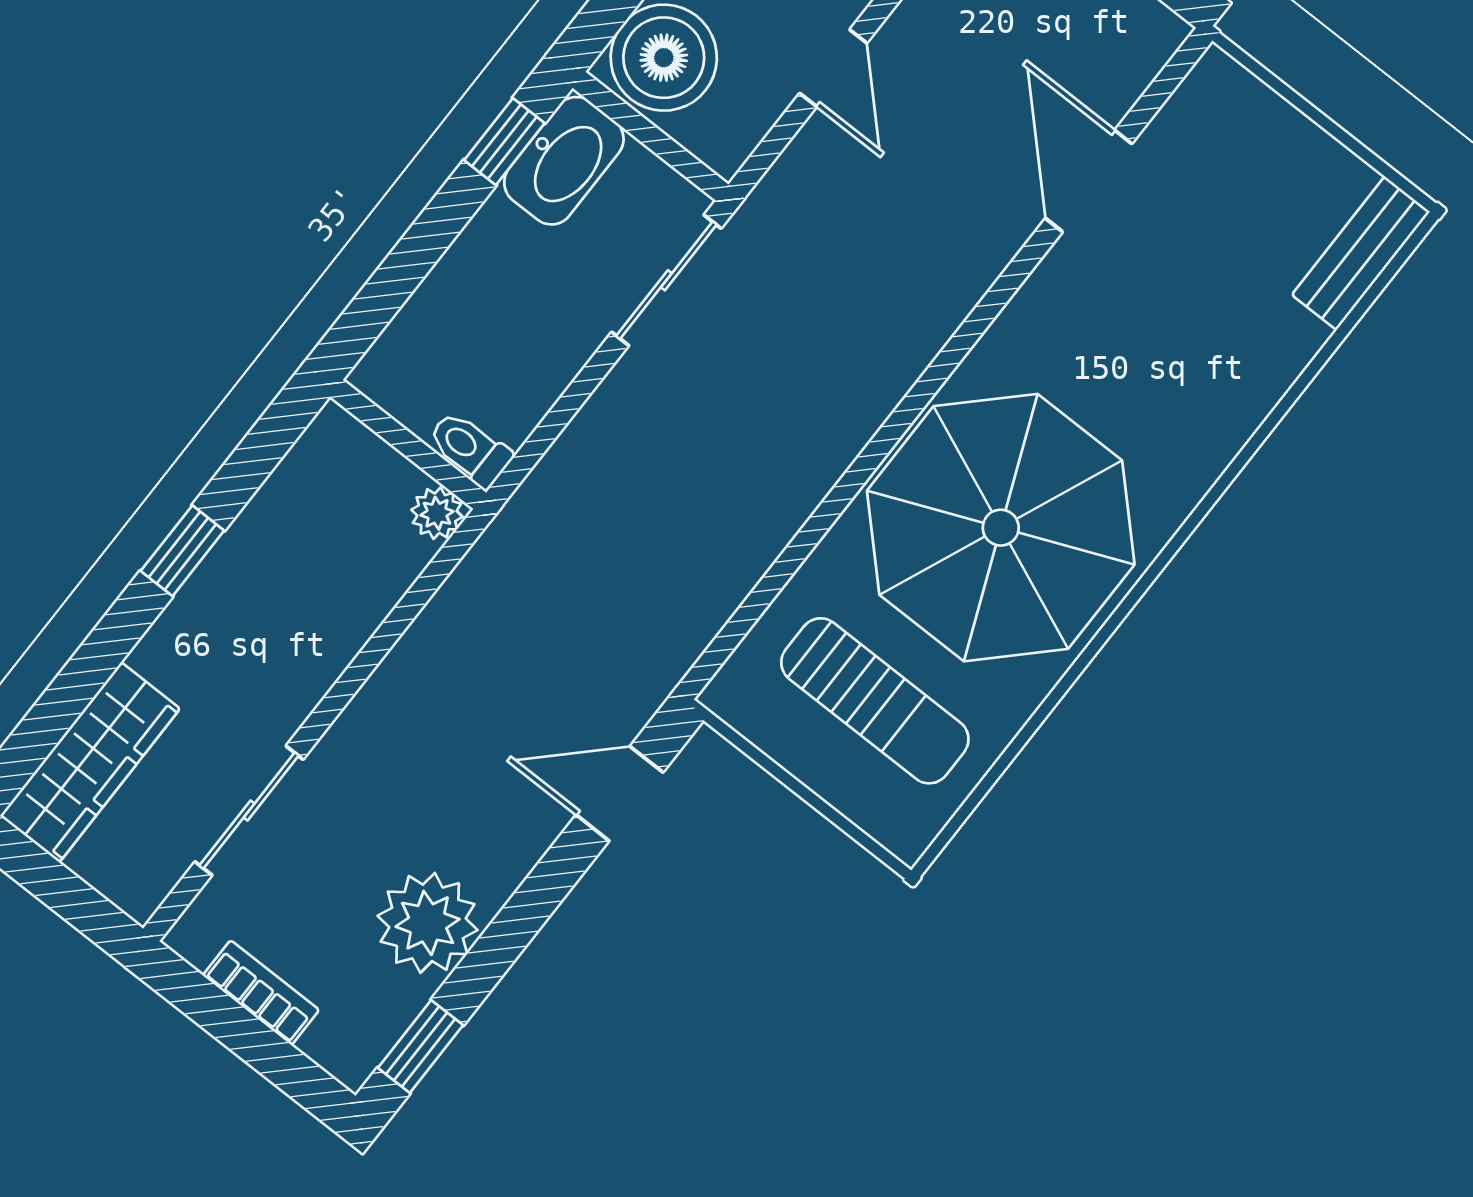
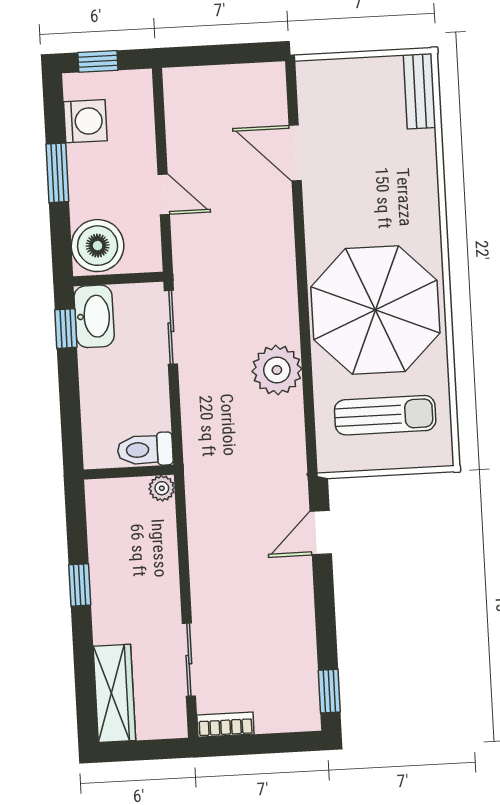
toilet: (470, 449) -> (145, 450), width x1.37, depth x1.39
plant: (428, 923) -> (277, 370), moved
bookcase: (261, 993) -> (225, 725), moved

